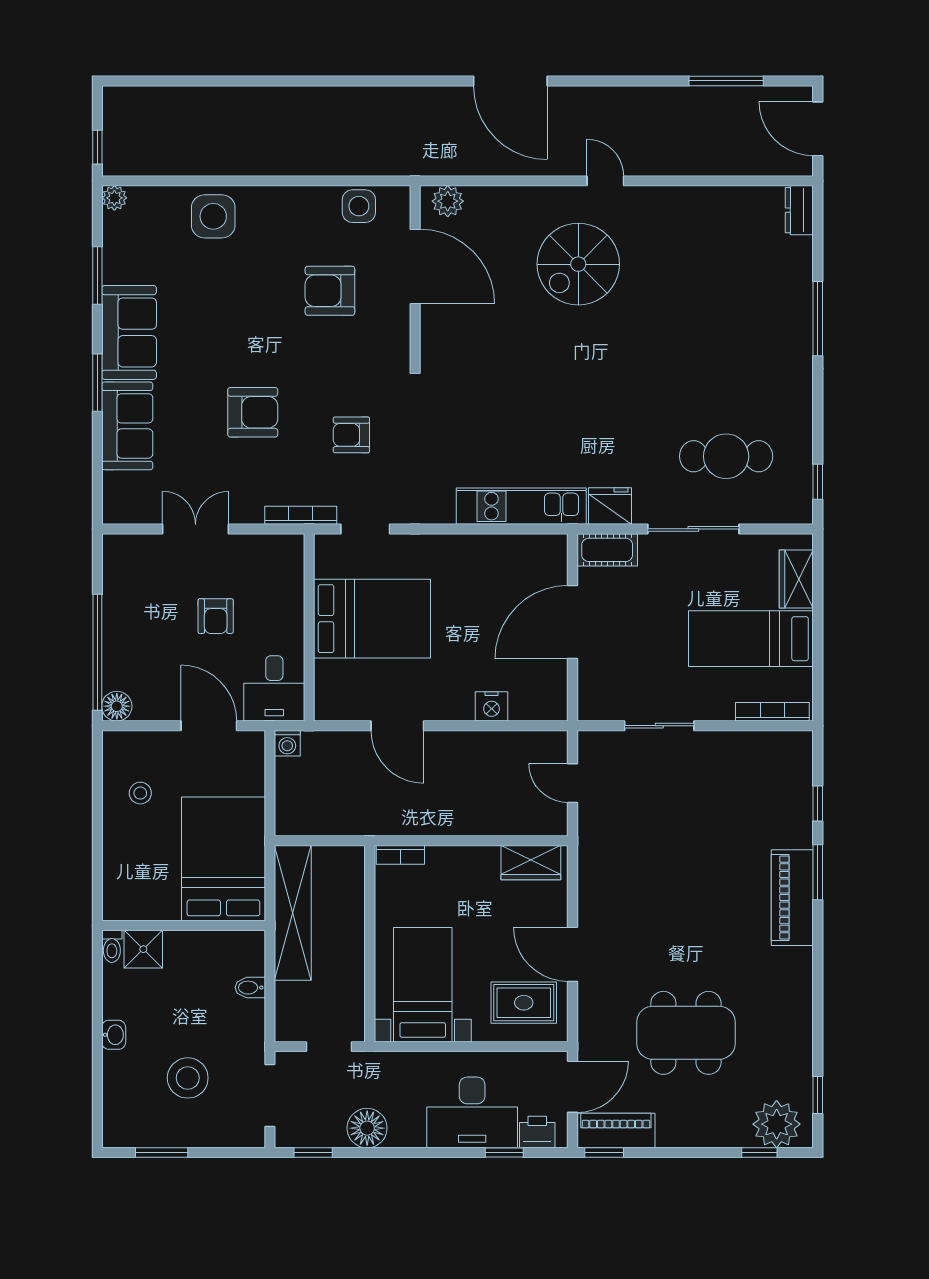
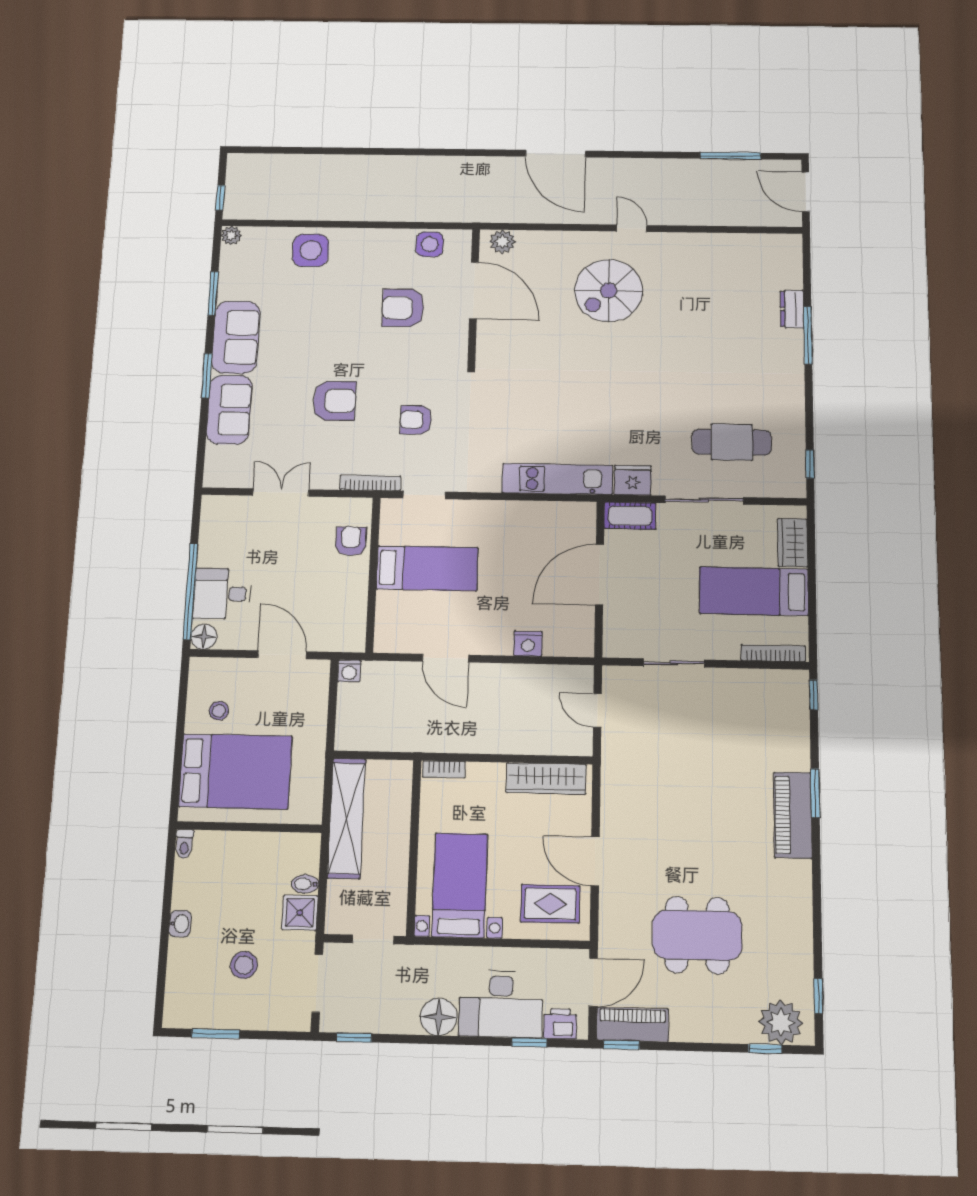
dresser: (799, 210) -> (792, 309), moved
armchair: (216, 616) -> (351, 541), moved, turned 180
bed: (372, 619) -> (427, 568), width x0.67
desk: (274, 688) -> (222, 594), moved, turned 90
window: (818, 804) -> (814, 695), moved
bed: (223, 859) -> (235, 771), moved, turned 90
wardrobe: (531, 863) -> (546, 778), width x1.50
shower: (143, 949) -> (300, 913), moved
stool: (188, 1078) -> (244, 965), width x0.73, depth x0.73
floor lamp: (367, 1128) -> (439, 1017), moved

